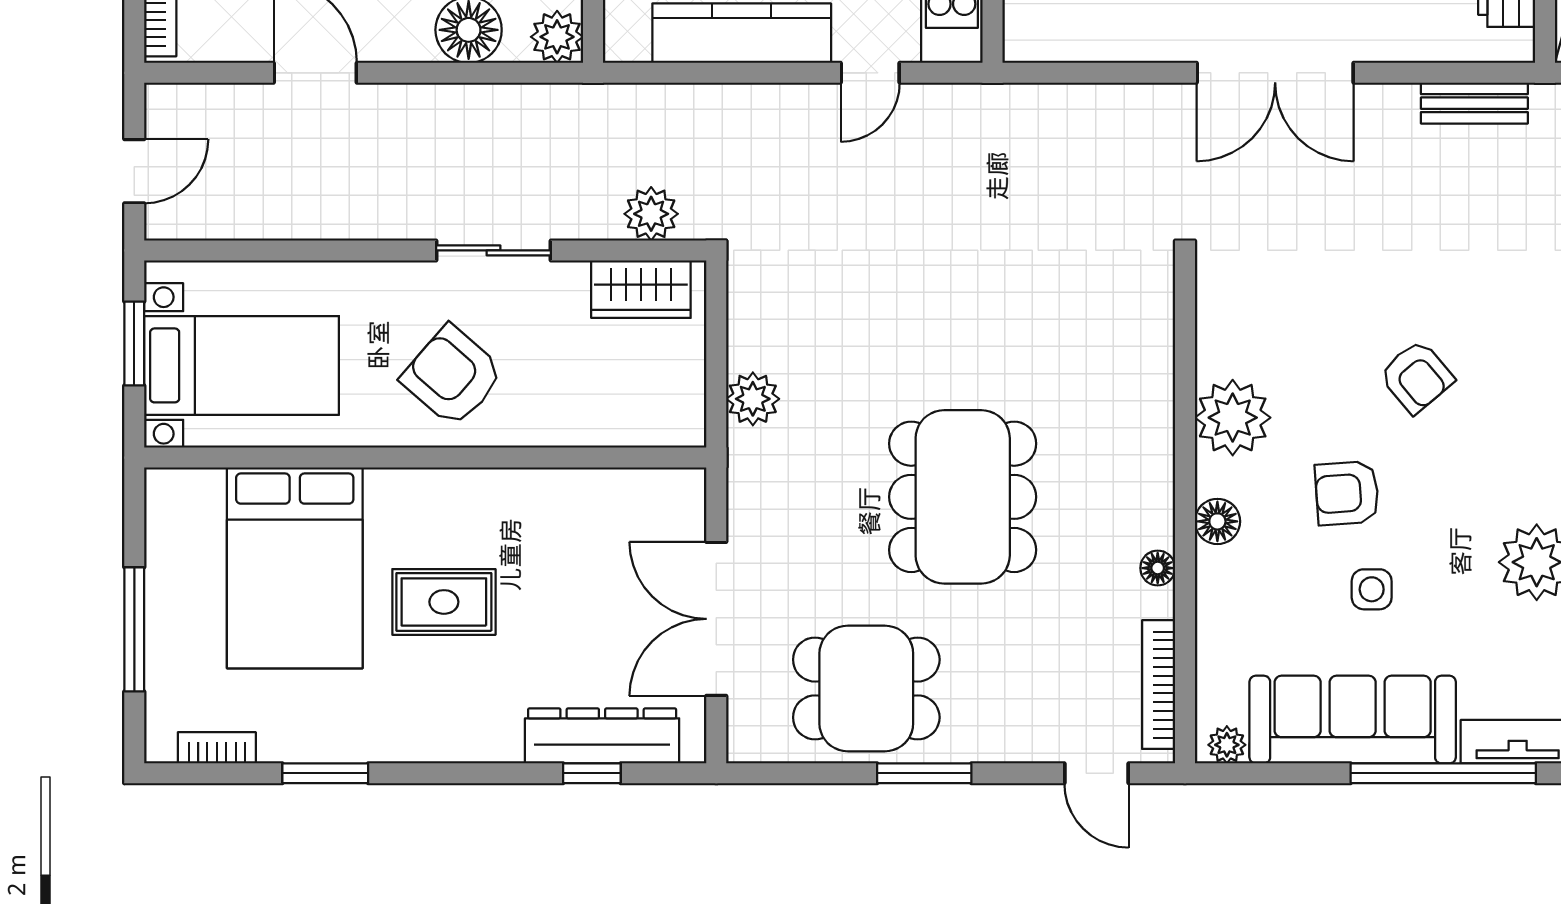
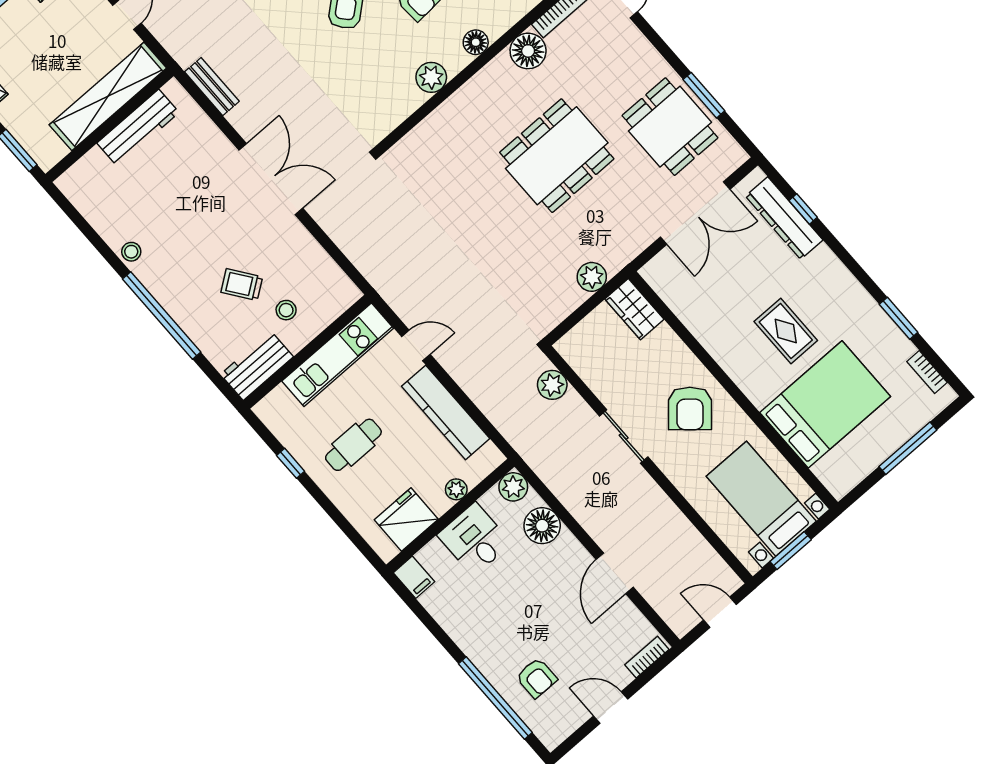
wardrobe: (641, 289) -> (634, 309), moved, turned 180
plant: (1233, 418) -> (431, 77), width x0.73, depth x0.73
floor lamp: (1158, 568) -> (528, 51), width x1.89, depth x1.89
window: (924, 773) -> (704, 95), moved

